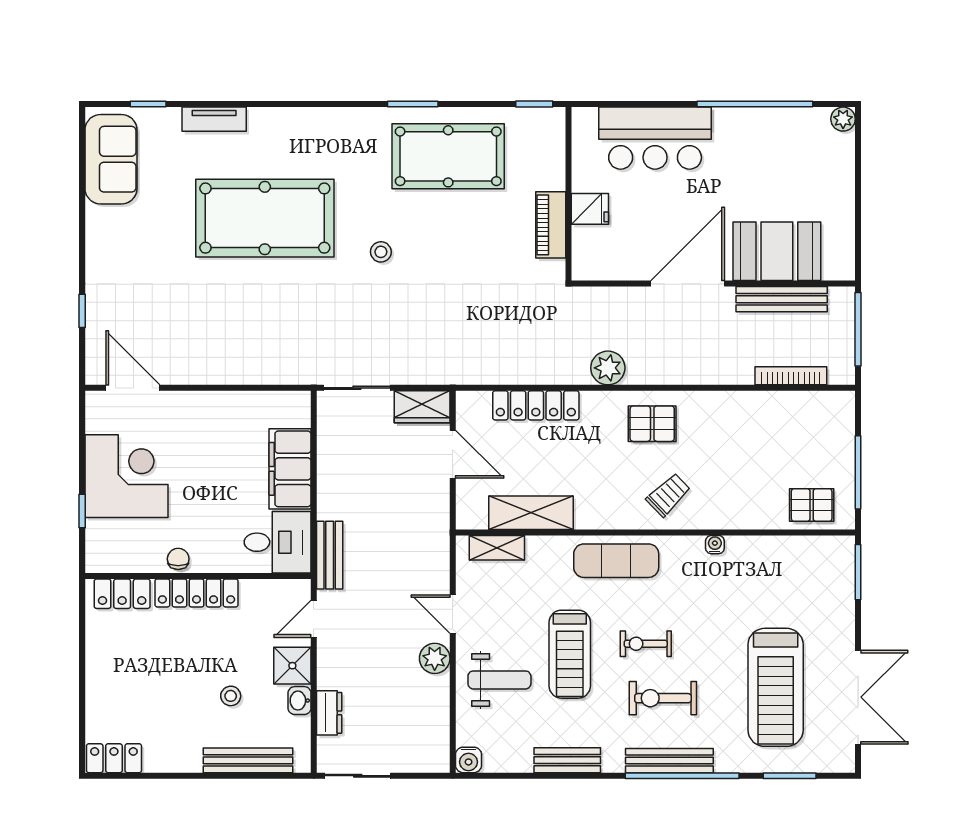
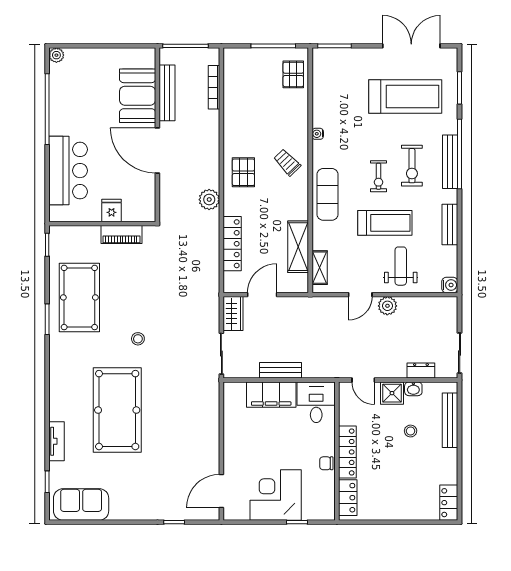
bench: (330, 555) -> (281, 370), moved

